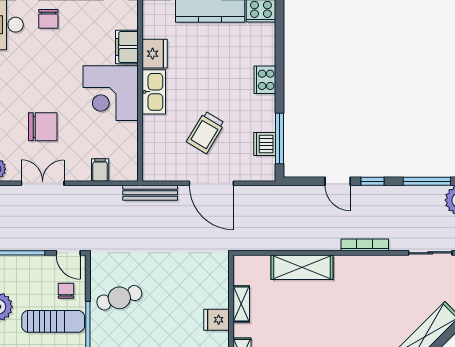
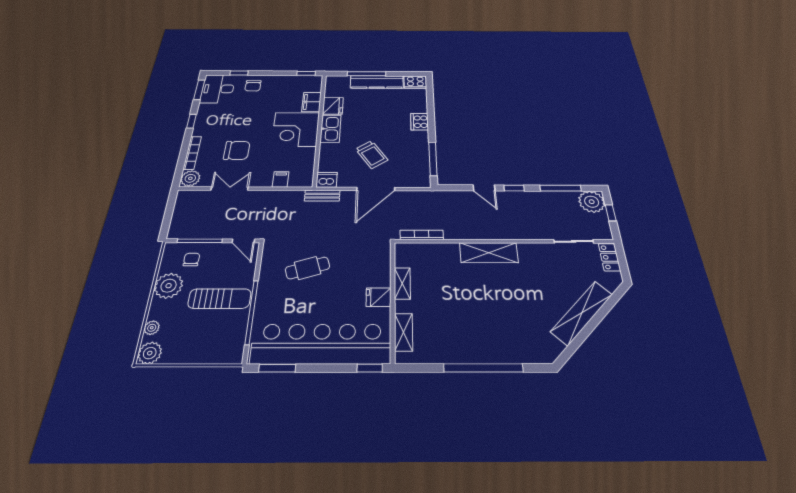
trolley: (206, 132) -> (372, 154), turned -65
dishwasher: (265, 144) -> (327, 180), moved, turned 90
door: (211, 183) -> (376, 189), hinge flipped
bench: (150, 193) -> (322, 196), width x0.73
bookcase: (365, 245) -> (422, 235), moved
shelving: (302, 267) -> (489, 253), moved
chair: (66, 291) -> (191, 260), moved
cafe table: (119, 298) -> (308, 268), moved

